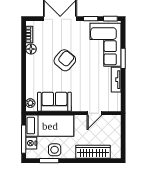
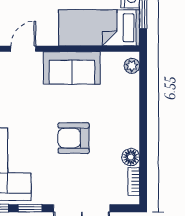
armchair: (65, 60) -> (74, 138), turned 50
sofa: (54, 102) -> (72, 68), moved

